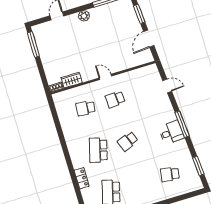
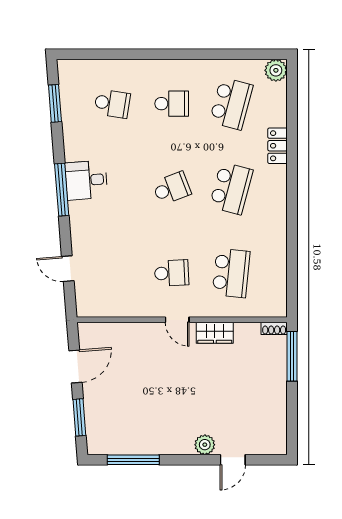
plant: (84, 16) -> (205, 445), moved
window: (33, 45) -> (292, 356), moved
wardrobe: (72, 80) -> (215, 333), moved
school desk: (86, 108) -> (231, 273), width x1.85
school desk: (140, 183) -> (172, 104), added

